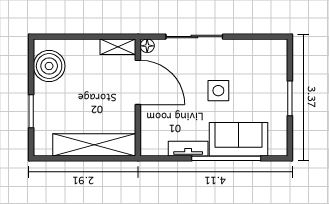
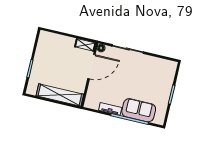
boiler: (49, 66) -> (45, 47), removed
door: (138, 82) -> (91, 67), hinge flipped
side table: (218, 91) -> (134, 81), removed

